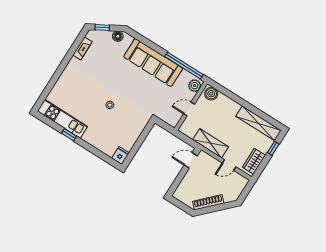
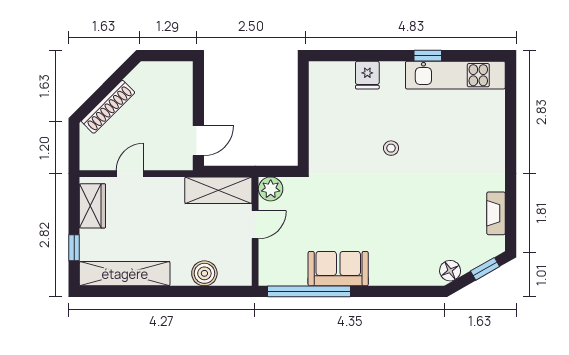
sofa: (153, 63) -> (338, 269), width x0.54, depth x0.79
plant: (195, 86) -> (271, 189), moved
boiler: (211, 94) -> (204, 273), moved
shelving: (211, 143) -> (218, 190), moved
fridge: (120, 156) -> (367, 75), moved
shoe rack: (208, 202) -> (108, 107), moved

